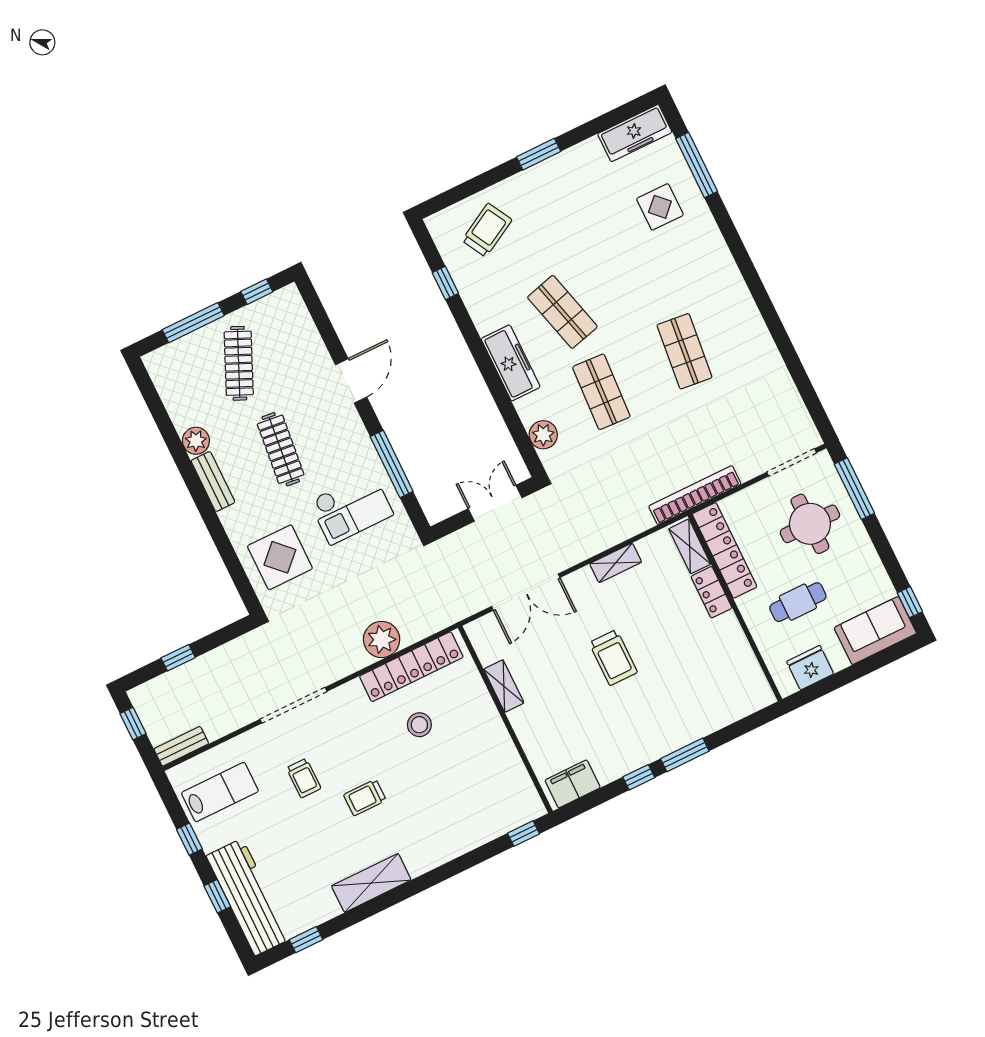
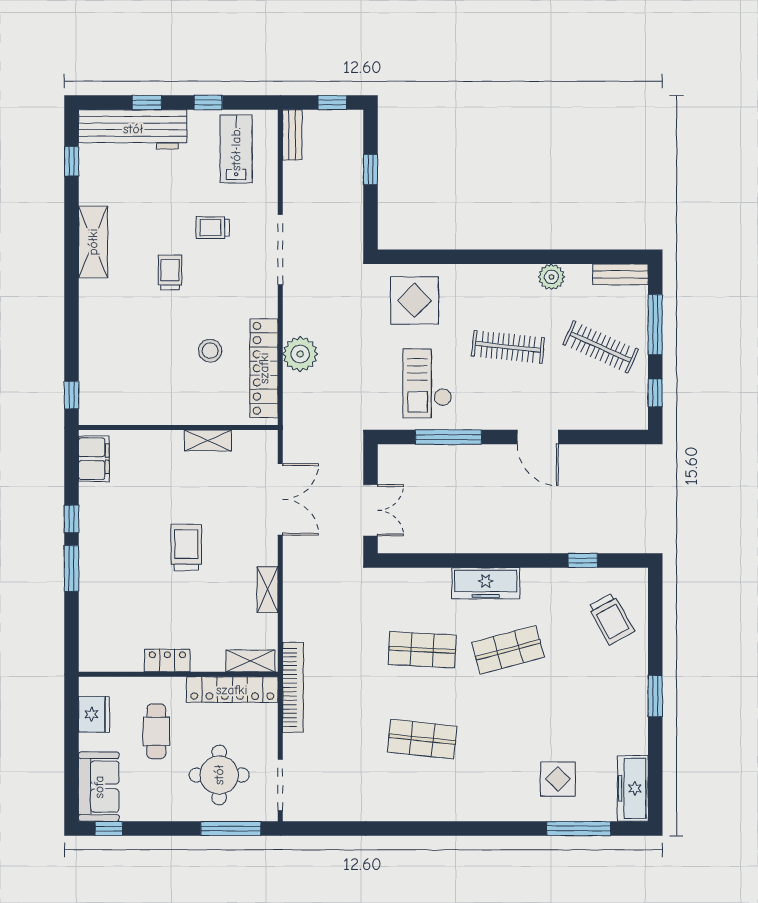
plant: (543, 435) -> (409, 581), removed
bench: (213, 481) -> (620, 274), moved
double door: (526, 592) -> (280, 499), swing flipped
locker: (711, 592) -> (167, 661), moved
trolley: (613, 658) -> (186, 547), turned 90
lab bench: (220, 792) -> (236, 149), turned 180

